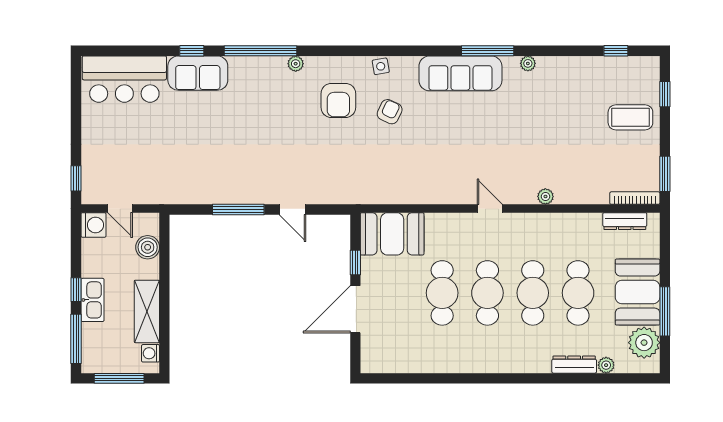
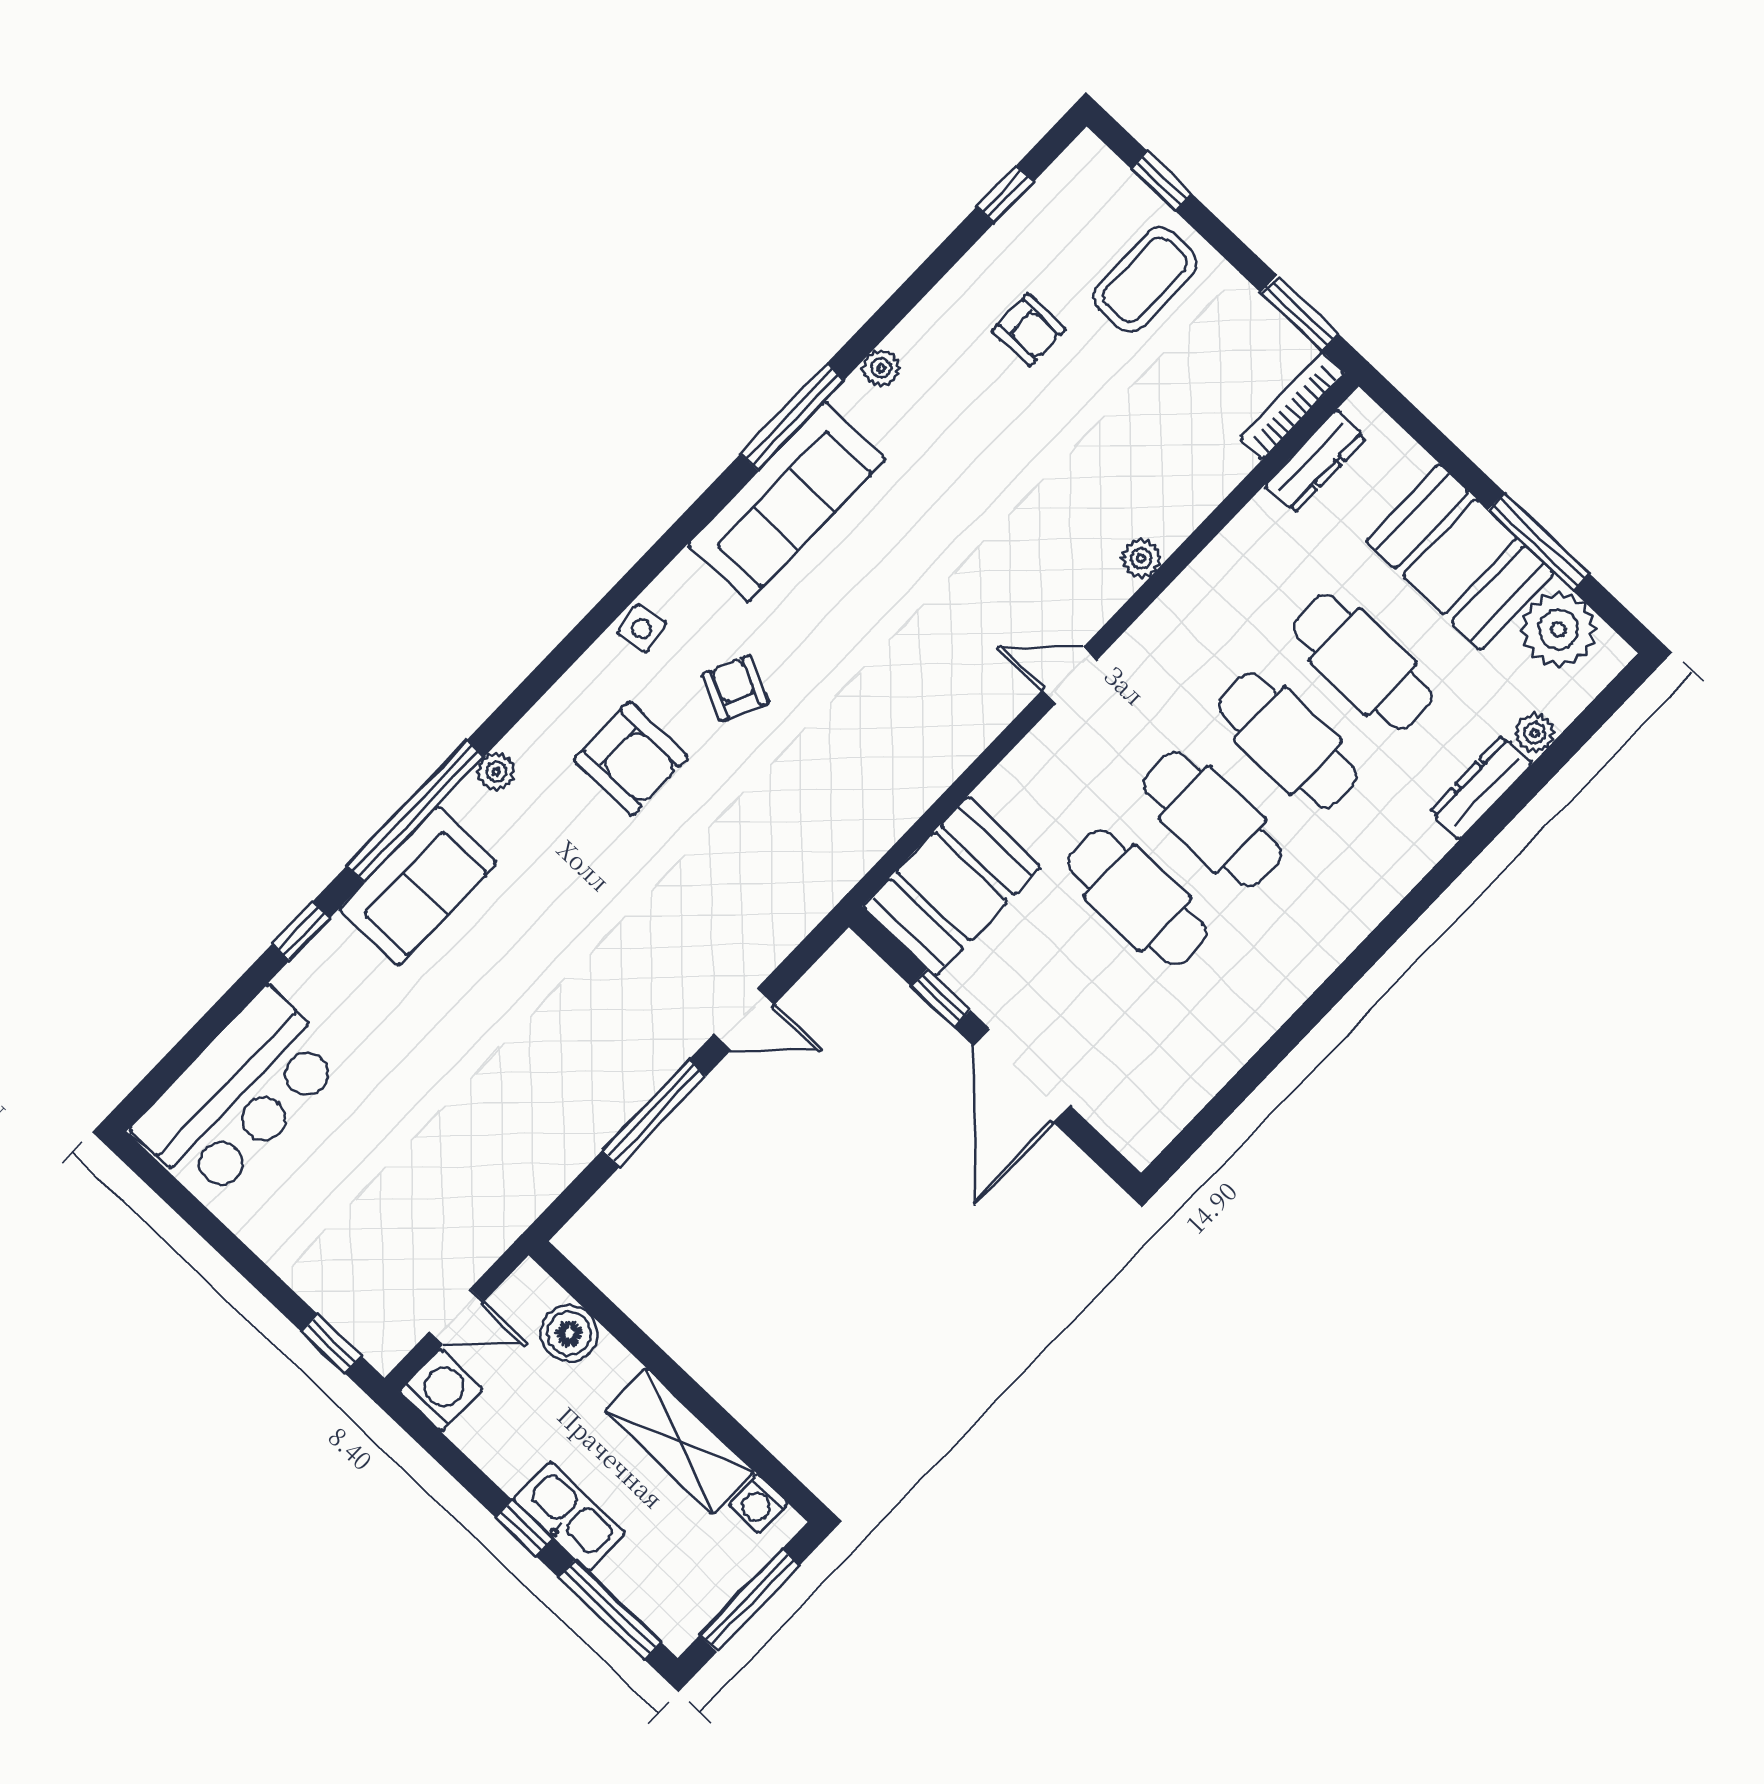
sofa: (198, 73) -> (418, 886), moved
armchair: (582, 97) -> (1029, 330), added

